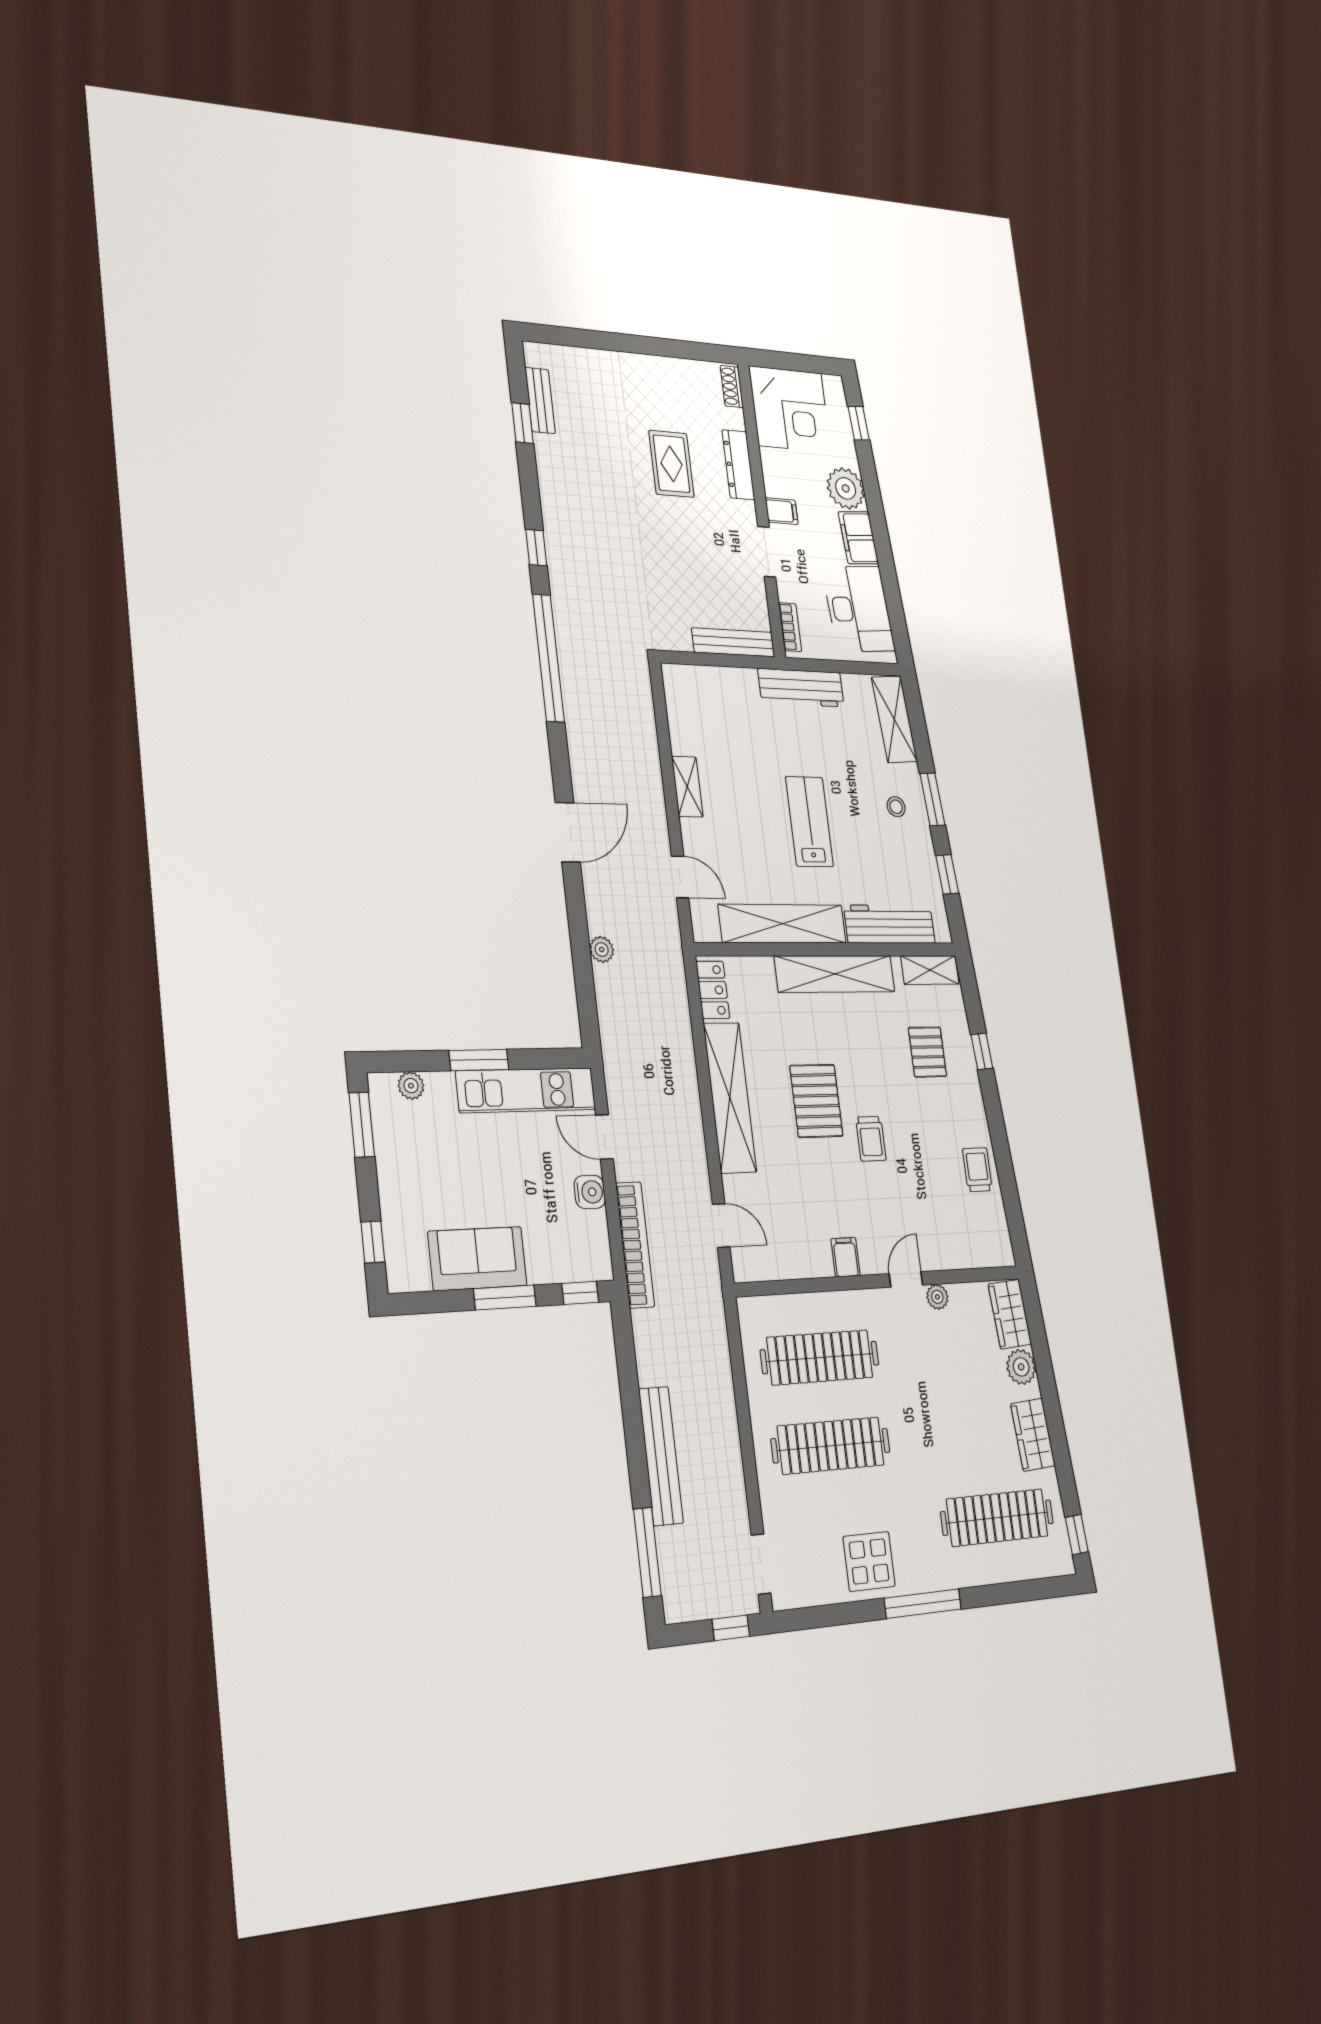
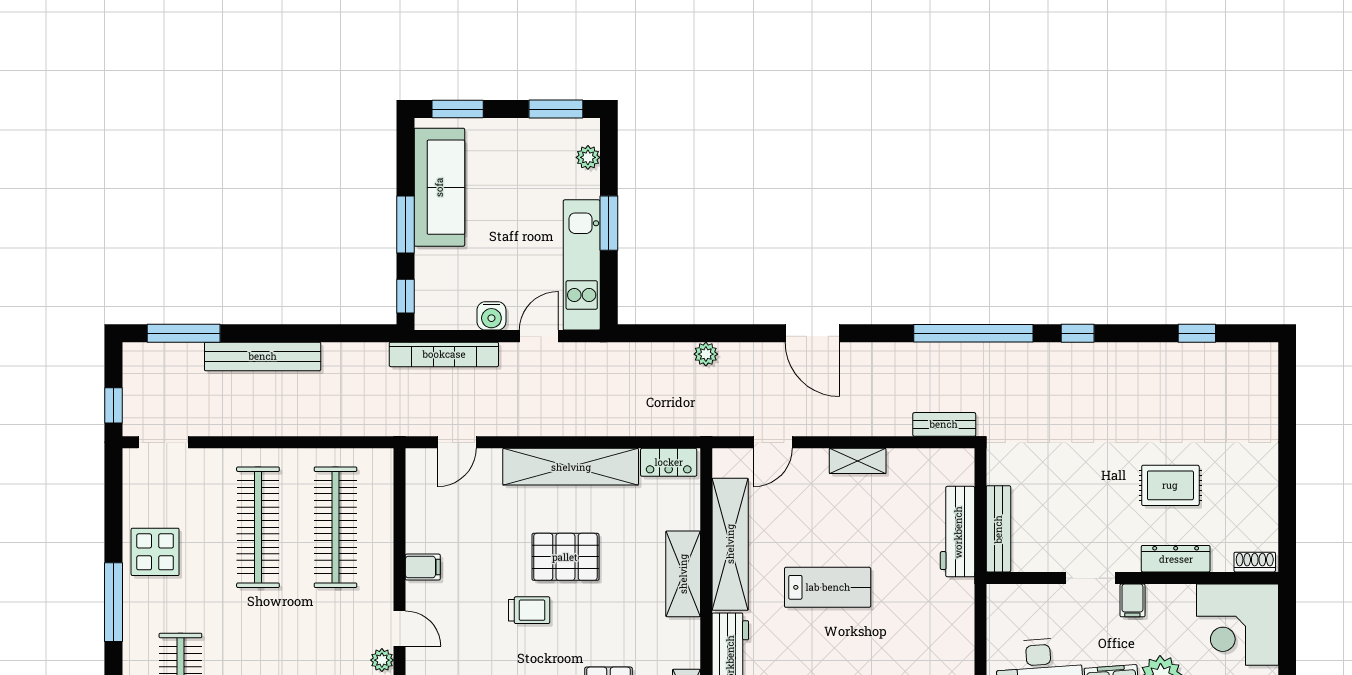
bench: (540, 401) -> (944, 424), moved
bookcase: (790, 627) -> (1017, 593), removed
workbench: (801, 688) -> (958, 532), moved
shelving: (835, 974) -> (683, 574), width x0.68
trolley: (871, 1139) -> (529, 610), turned 180
window: (373, 1242) -> (458, 109), width x1.50
sofa: (477, 1259) -> (439, 187), width x1.36

